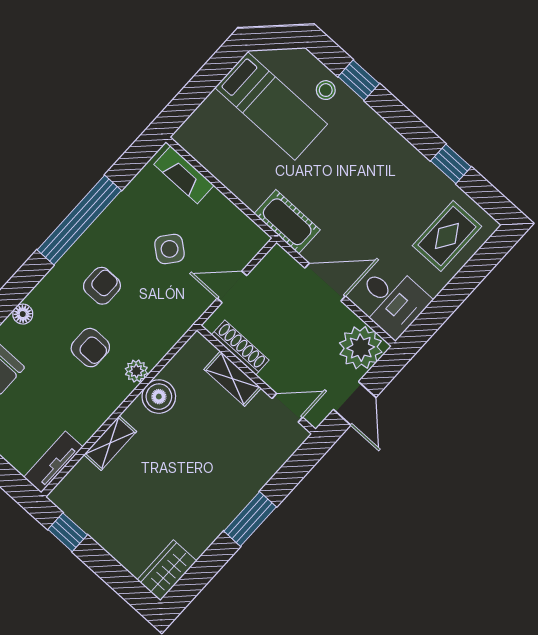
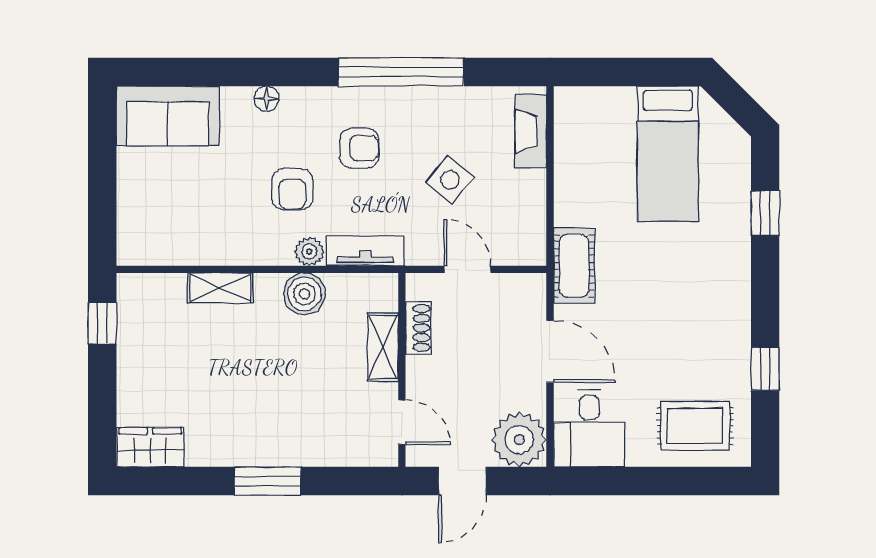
stool: (326, 90) -> (728, 191), removed
shoe rack: (240, 347) -> (418, 328), width x0.70
tv unit: (53, 462) -> (365, 251), moved

